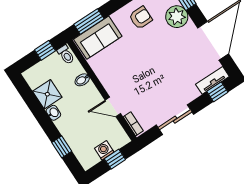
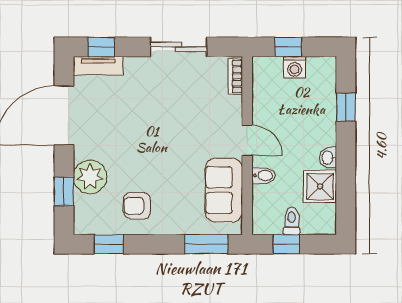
sofa: (98, 38) -> (224, 190), moved, turned -90
toilet: (66, 55) -> (292, 221), moved
door: (113, 107) -> (247, 140), moved

